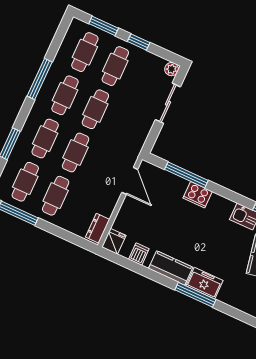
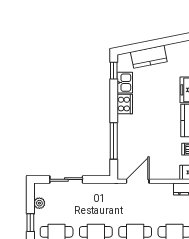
plant: (172, 69) -> (39, 203), moved
cooker: (198, 195) -> (125, 104), moved

